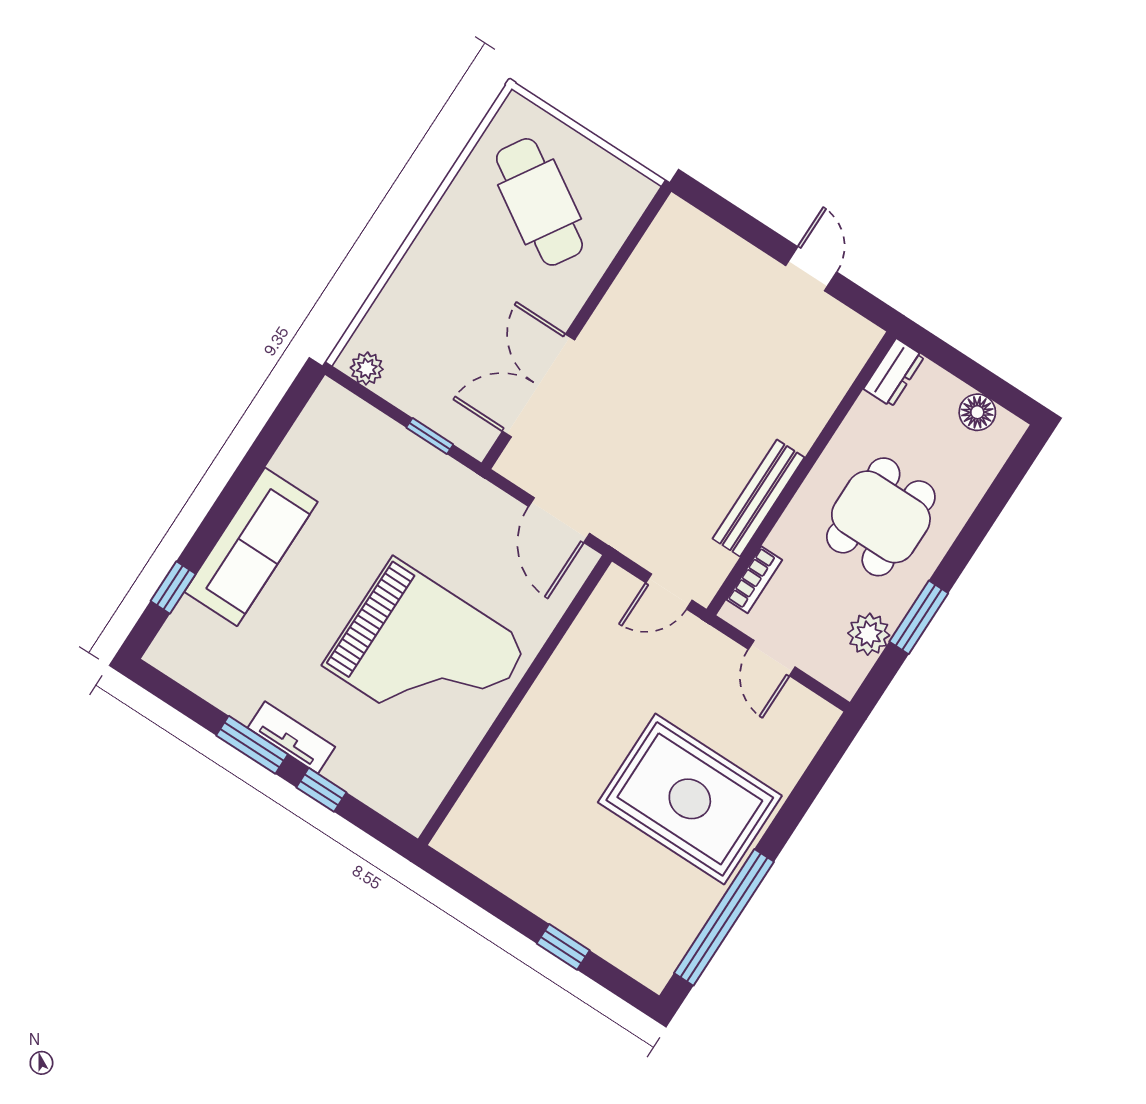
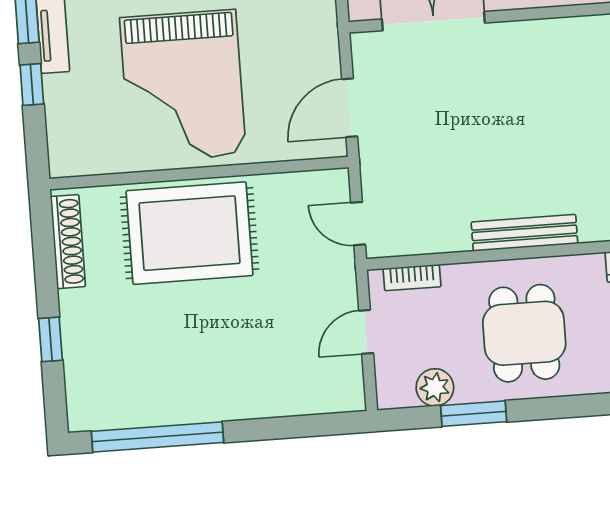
bench: (758, 498) -> (524, 233), moved
dining table: (881, 517) -> (524, 333), turned 90
rug: (690, 799) -> (190, 233), moved, turned 90
shoe rack: (487, 864) -> (68, 242), added

